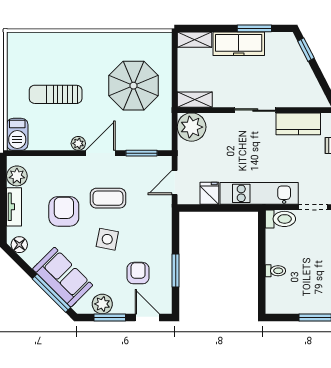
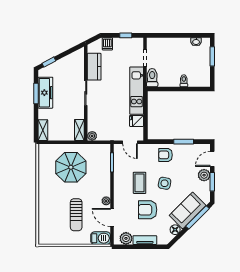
freezer: (239, 44) -> (45, 93), moved
plant: (192, 127) -> (92, 136), width x0.53, depth x0.53
door: (100, 153) -> (112, 217), moved
floor lamp: (19, 245) -> (175, 230), moved
armchair: (138, 273) -> (166, 155), moved
plant: (102, 304) -> (204, 175), moved

